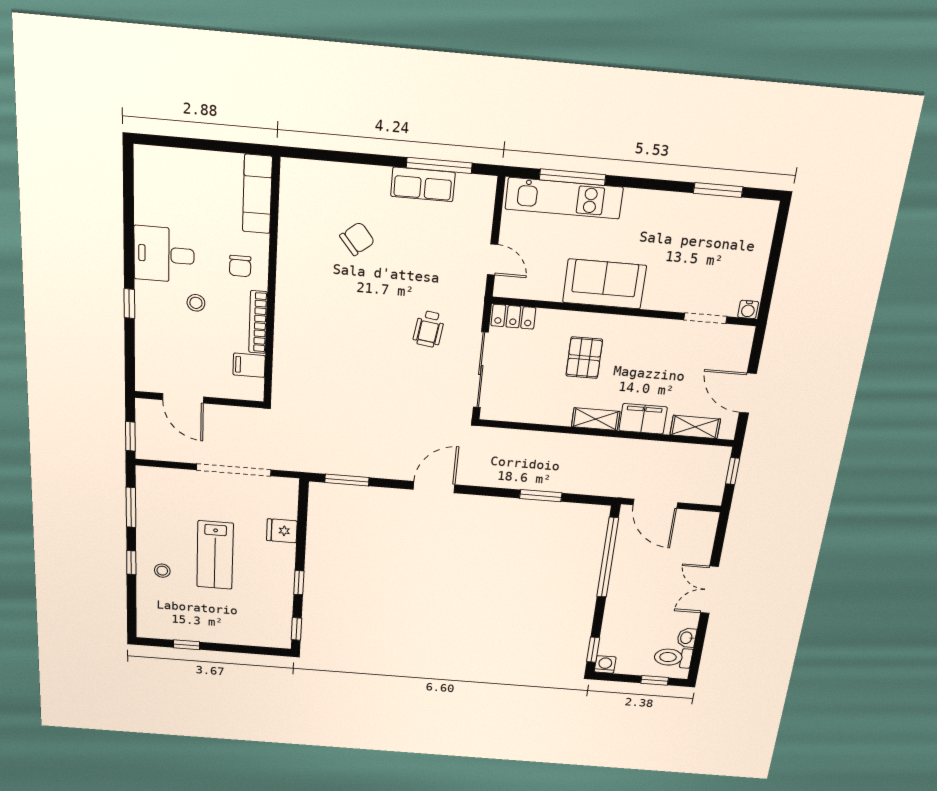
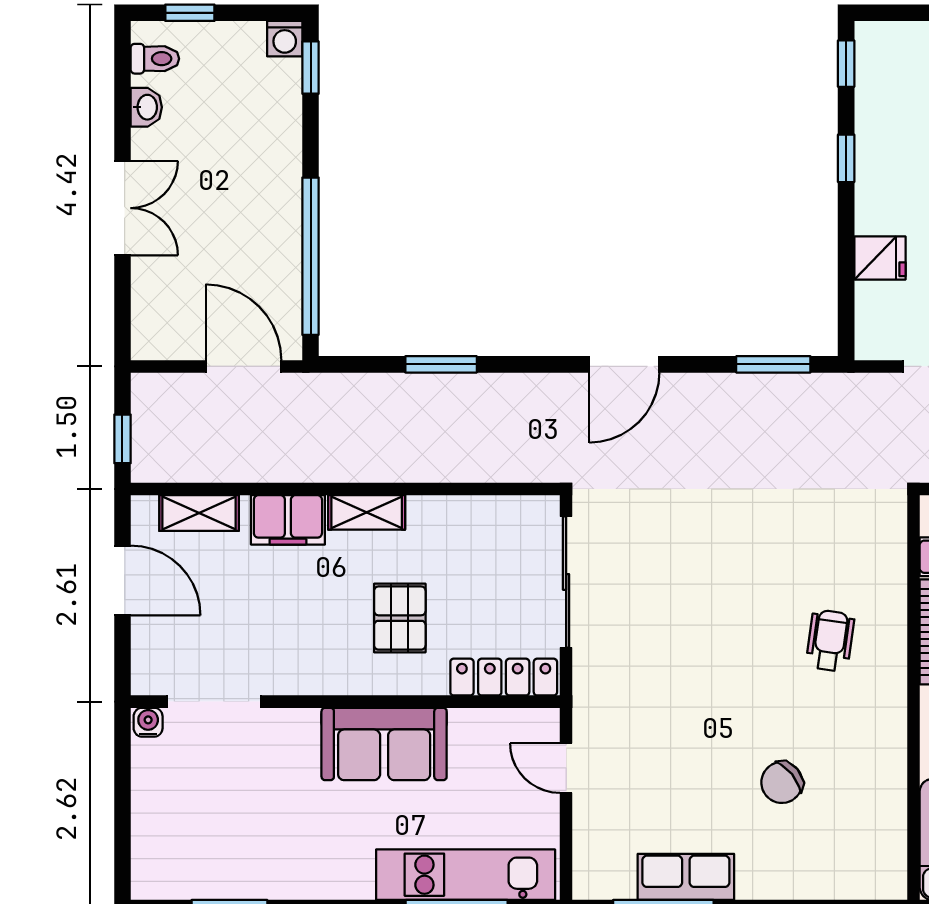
locker: (513, 317) -> (504, 677), width x1.53
doorway: (705, 318) -> (214, 702), width x1.38
wheelchair: (429, 329) -> (830, 641), moved
toilet: (673, 657) -> (155, 59), width x0.73, depth x0.72

